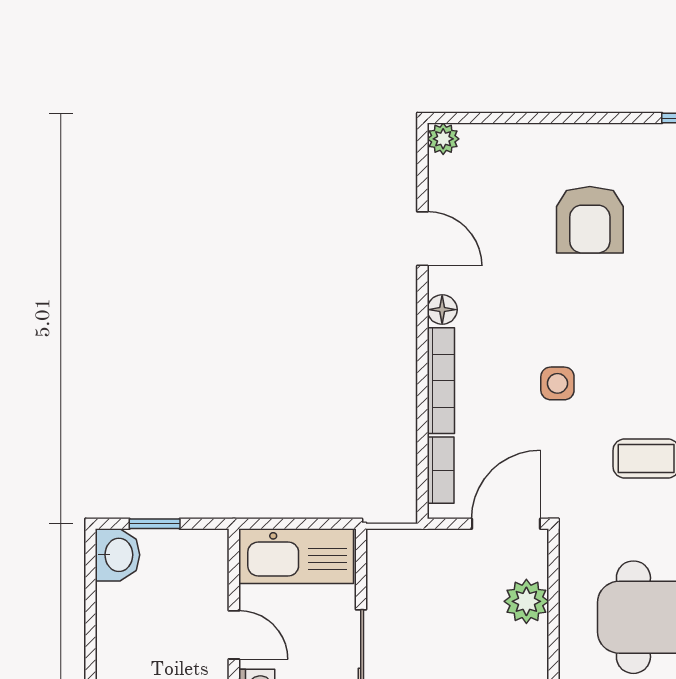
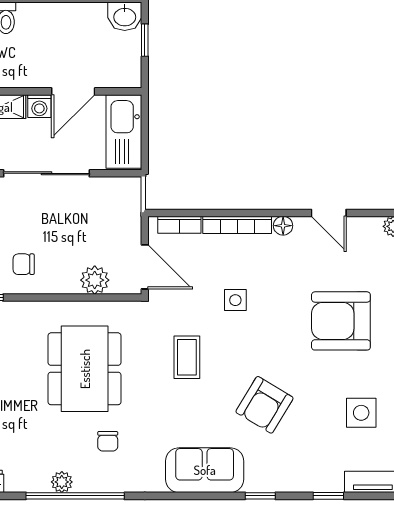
armchair: (590, 220) -> (341, 321), width x1.36, depth x1.36
door: (422, 239) -> (329, 213), hinge flipped
door: (234, 635) -> (73, 91), width x1.38

